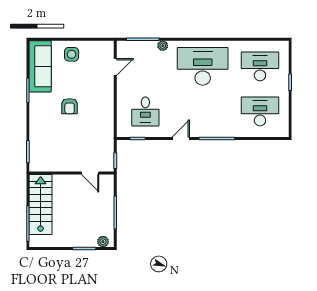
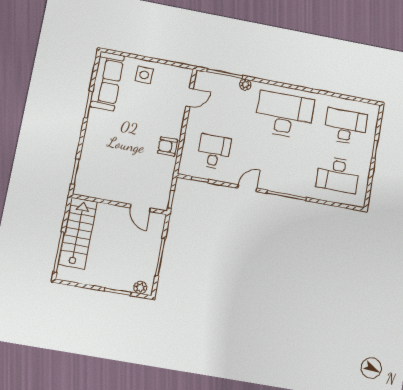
armchair: (70, 106) -> (168, 146), moved, turned 90
desk: (145, 111) -> (214, 152), turned 180
desk: (260, 111) -> (338, 175), turned 180

